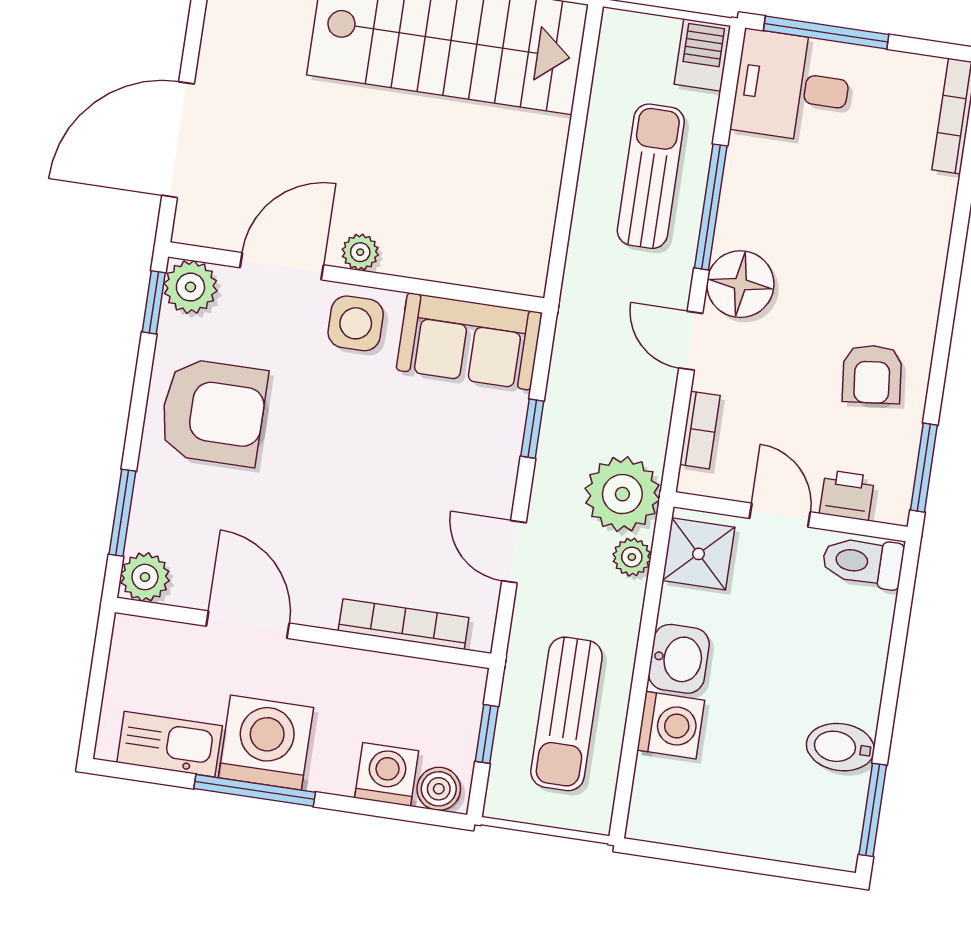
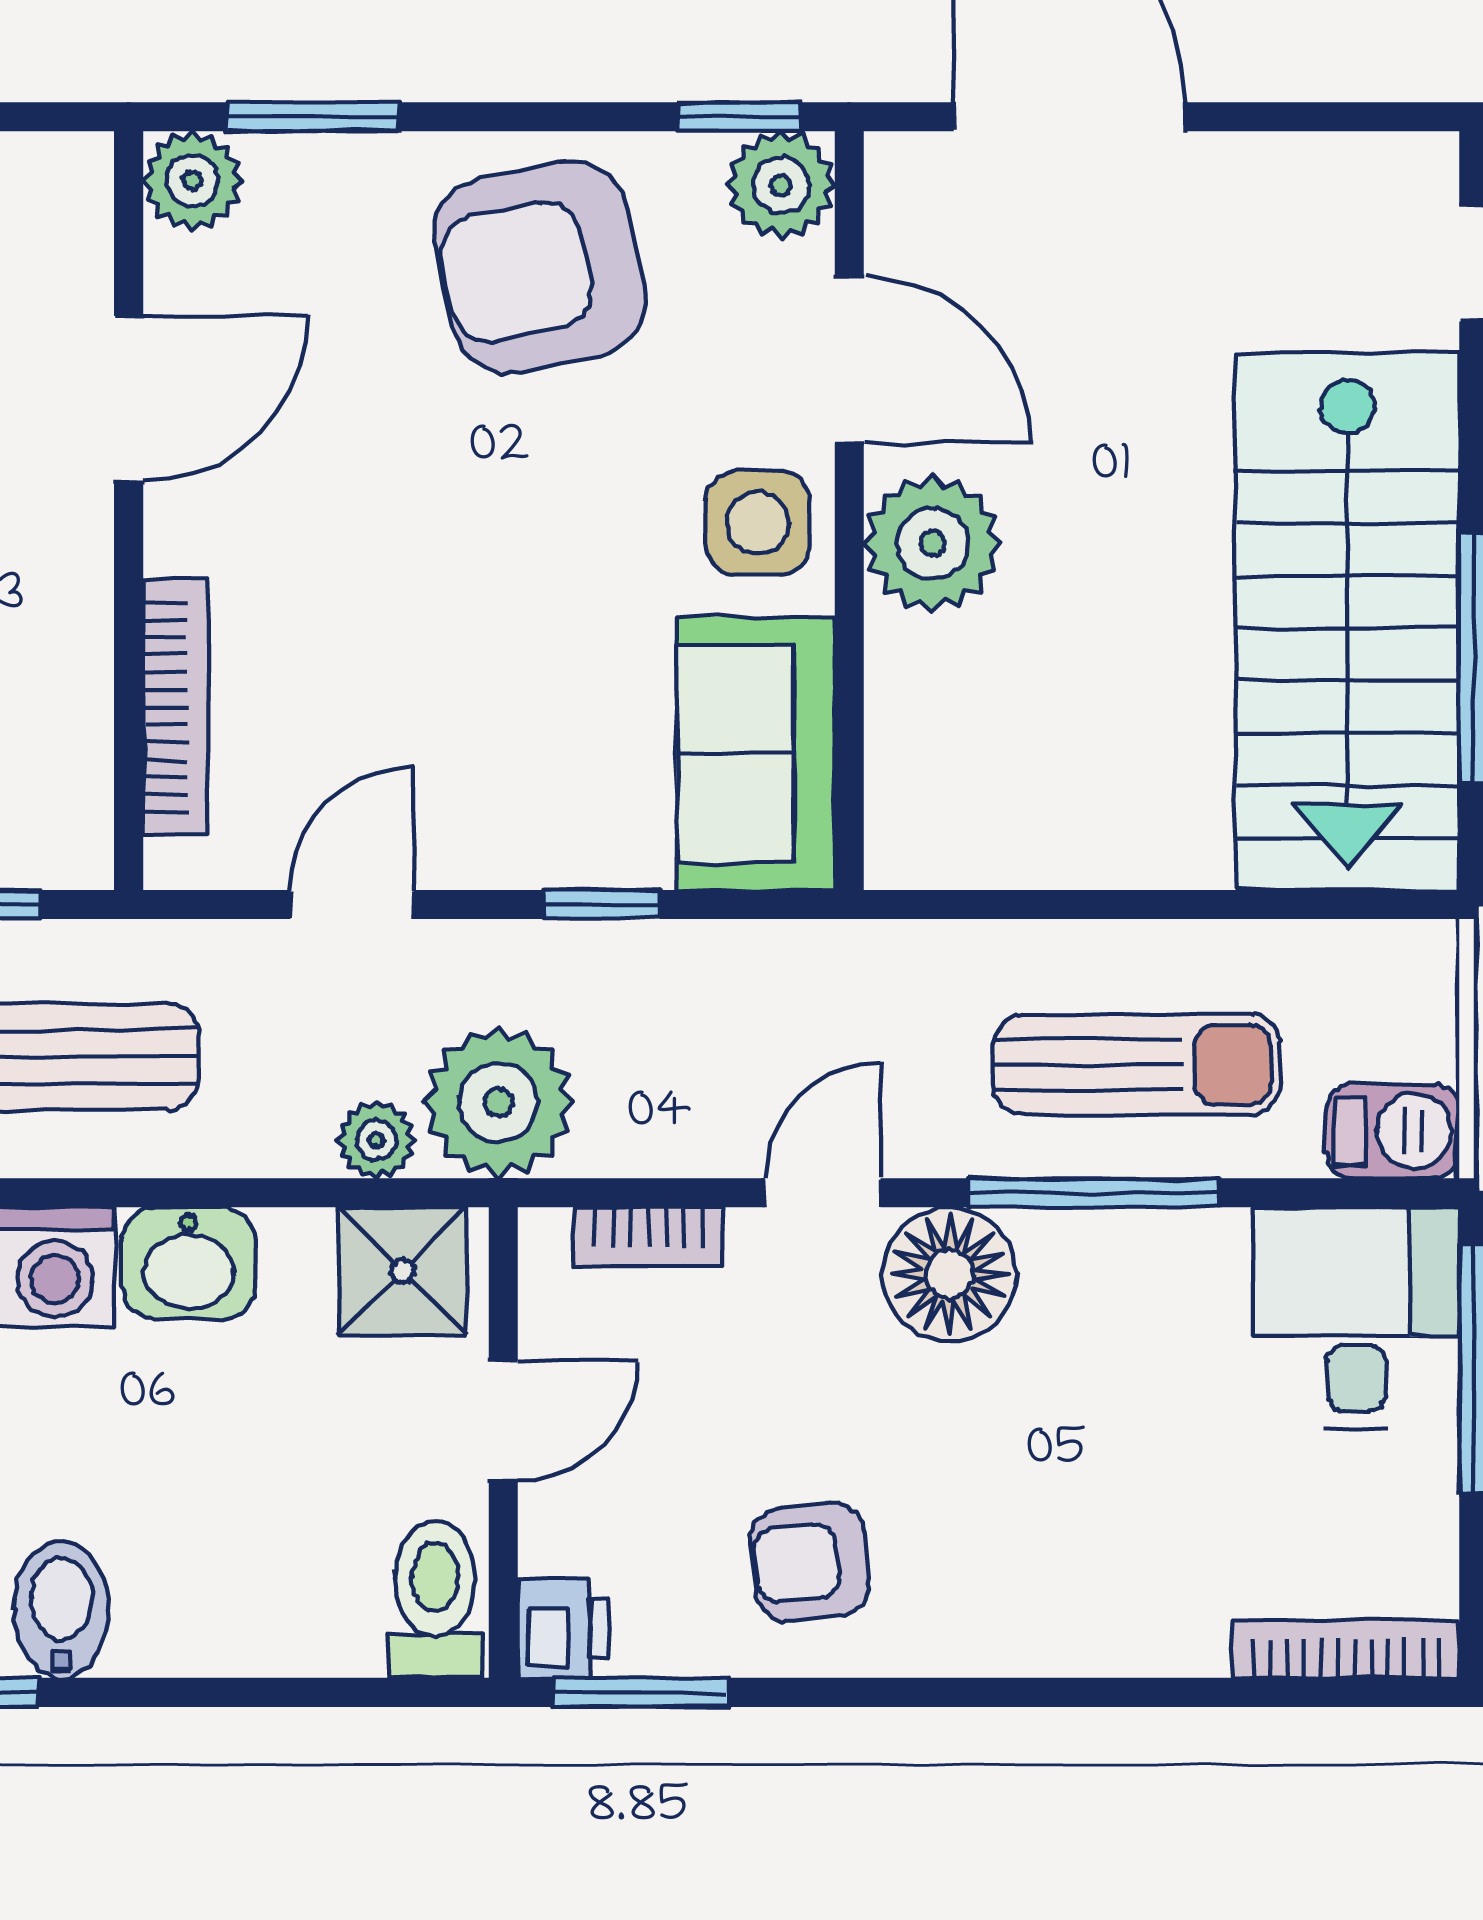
plant: (360, 252) -> (932, 543), width x1.87, depth x1.87
armchair: (213, 412) -> (540, 267), turned 78
printer: (847, 495) -> (563, 1628), moved

